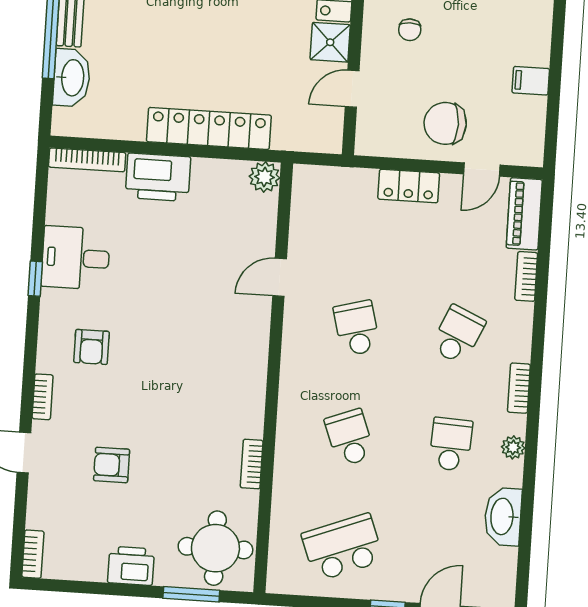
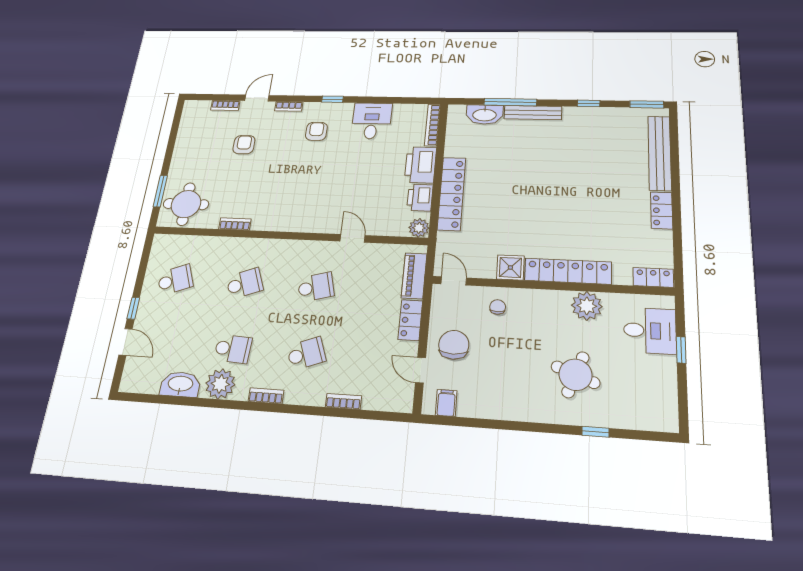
chair: (410, 30) -> (498, 307), moved, turned 90
filing cabinet: (531, 81) -> (446, 403), moved
door: (352, 89) -> (454, 281), moved
piano: (524, 214) -> (414, 276), moved, turned -90
window: (35, 279) -> (332, 99), moved
school desk: (458, 335) -> (306, 354), turned -45
armchair: (92, 347) -> (316, 131), turned 90
plant: (513, 447) -> (220, 384), width x1.88, depth x1.88
school desk: (343, 547) -> (175, 280), width x0.54
bookcase: (33, 554) -> (225, 105), moved
printer: (131, 566) -> (420, 198), moved, turned 180

